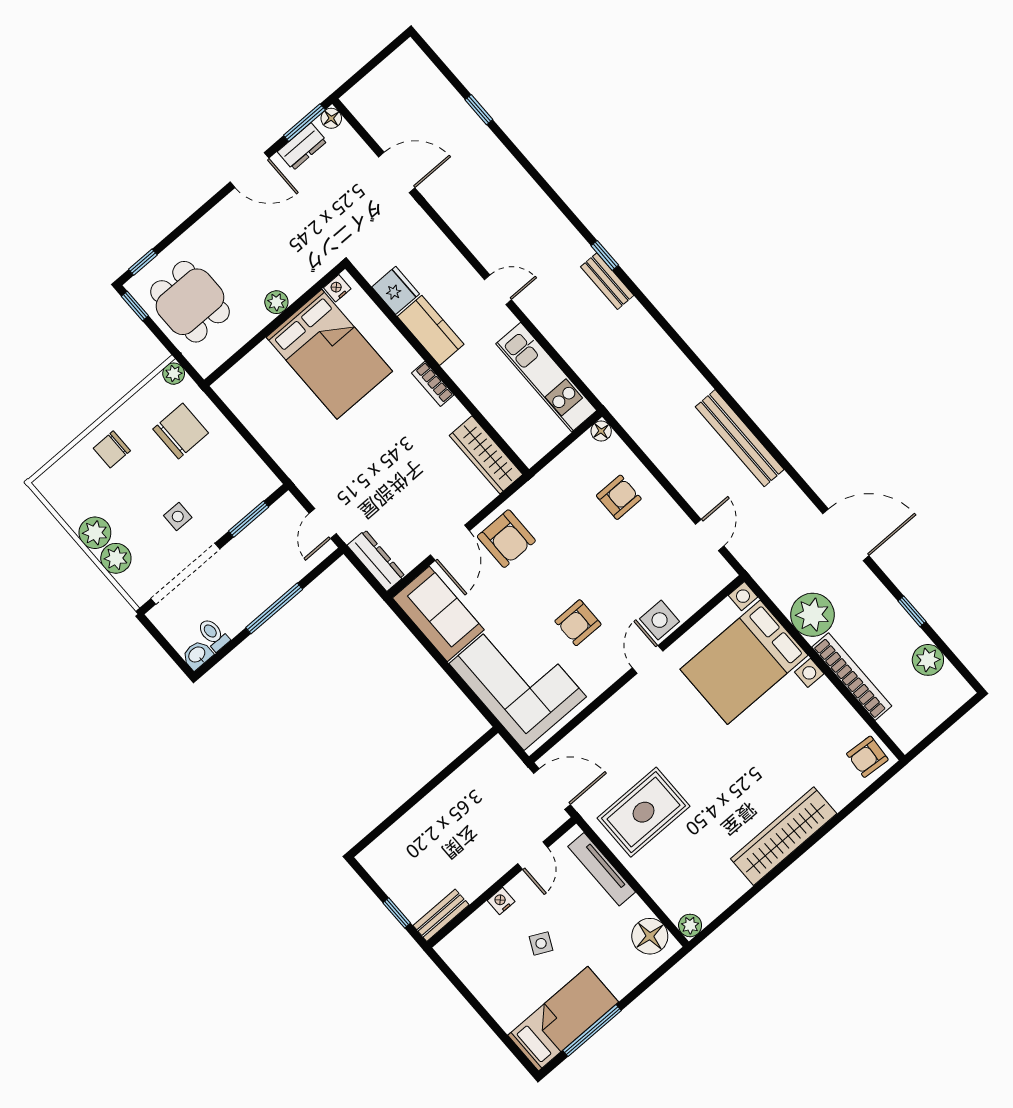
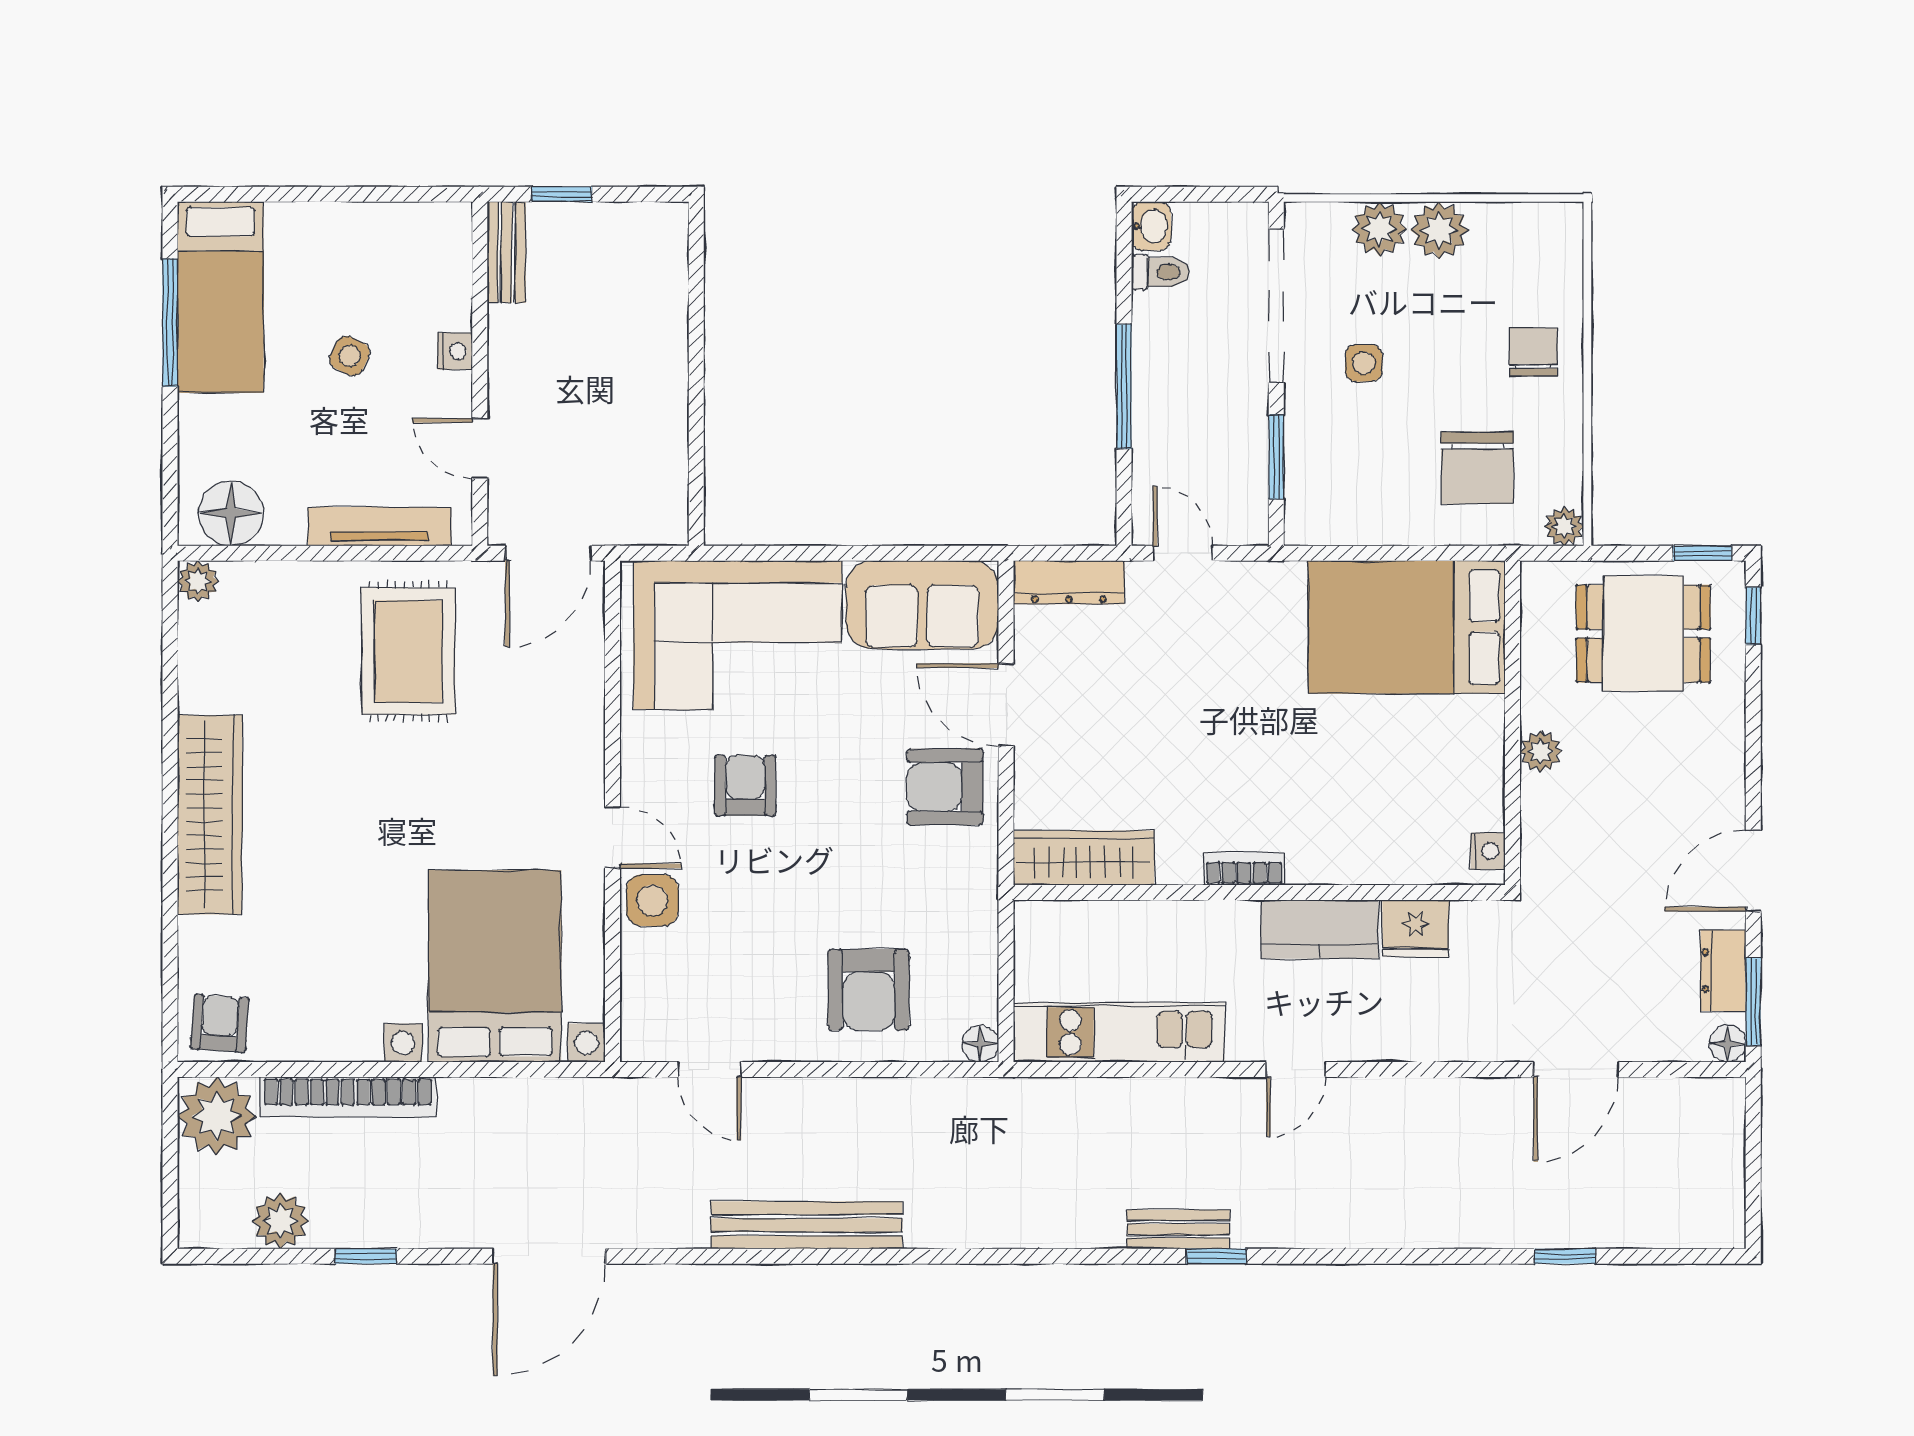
bed: (329, 354) -> (1407, 627), moved
armchair: (619, 497) -> (869, 990), width x1.38, depth x1.38
plant: (812, 615) -> (217, 1116), moved

